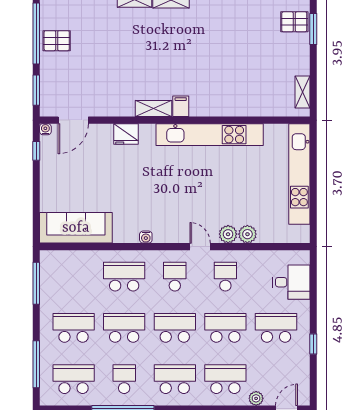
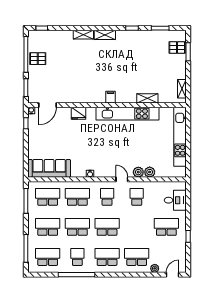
shelving: (153, 109) -> (147, 98), moved
school desk: (225, 328) -> (48, 197), moved

